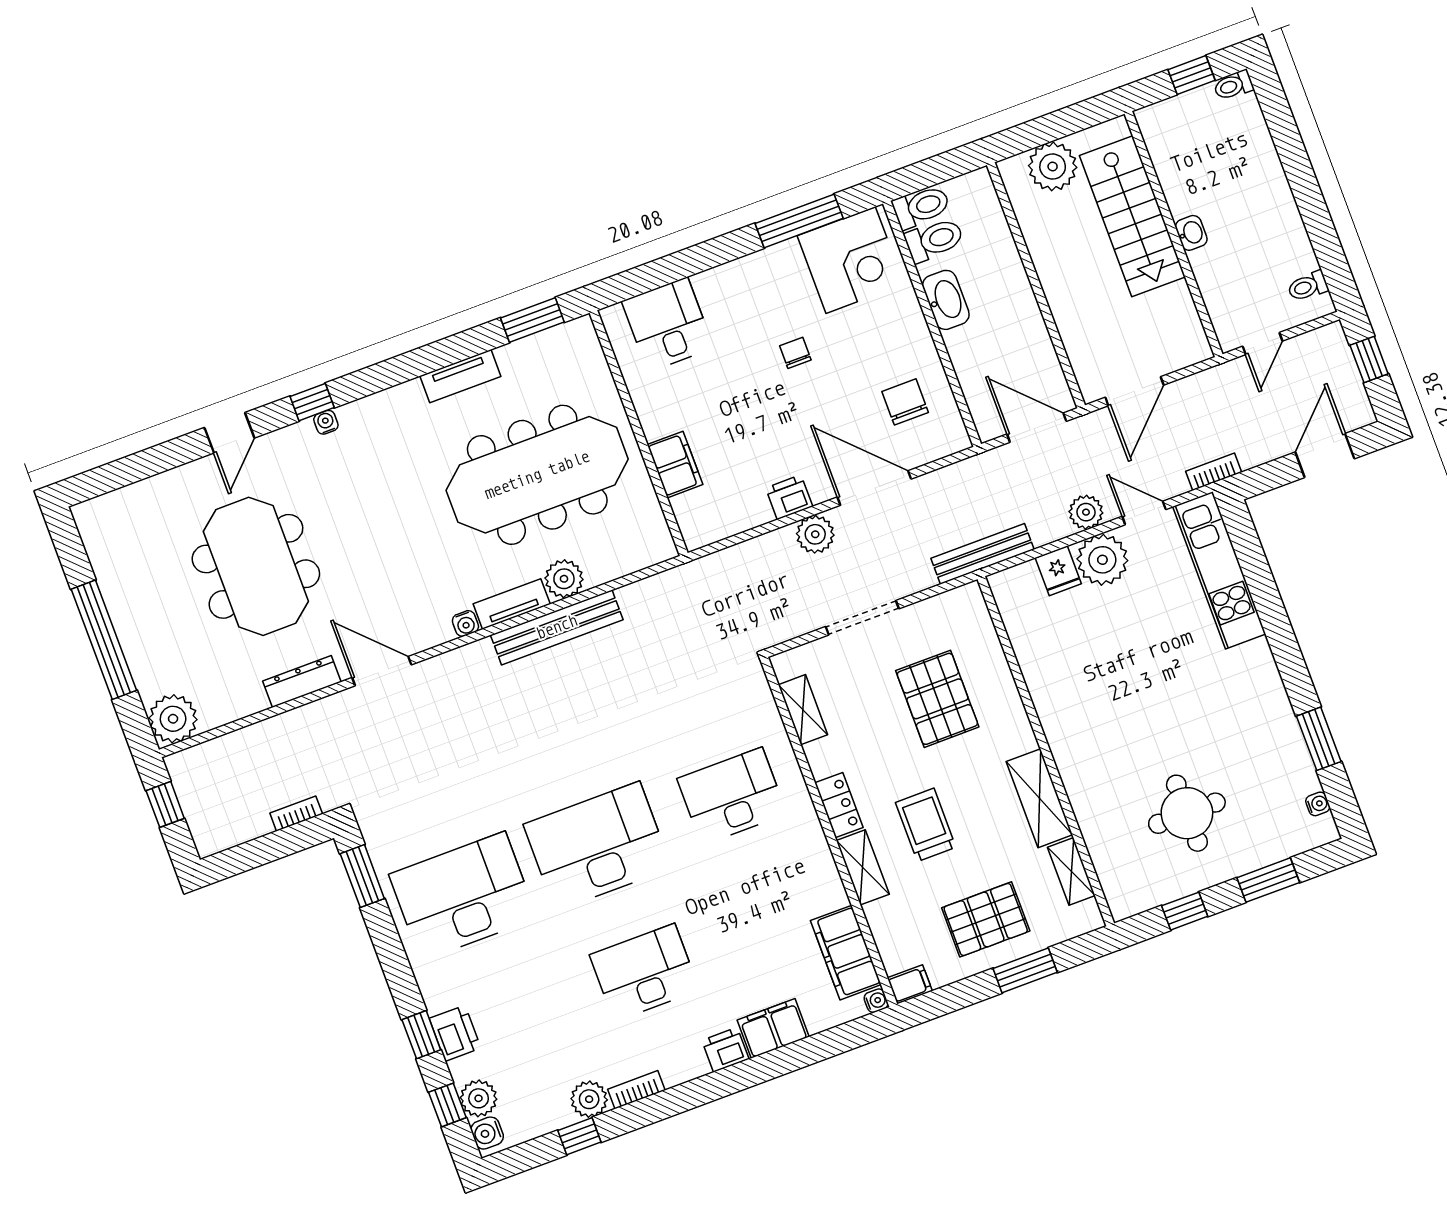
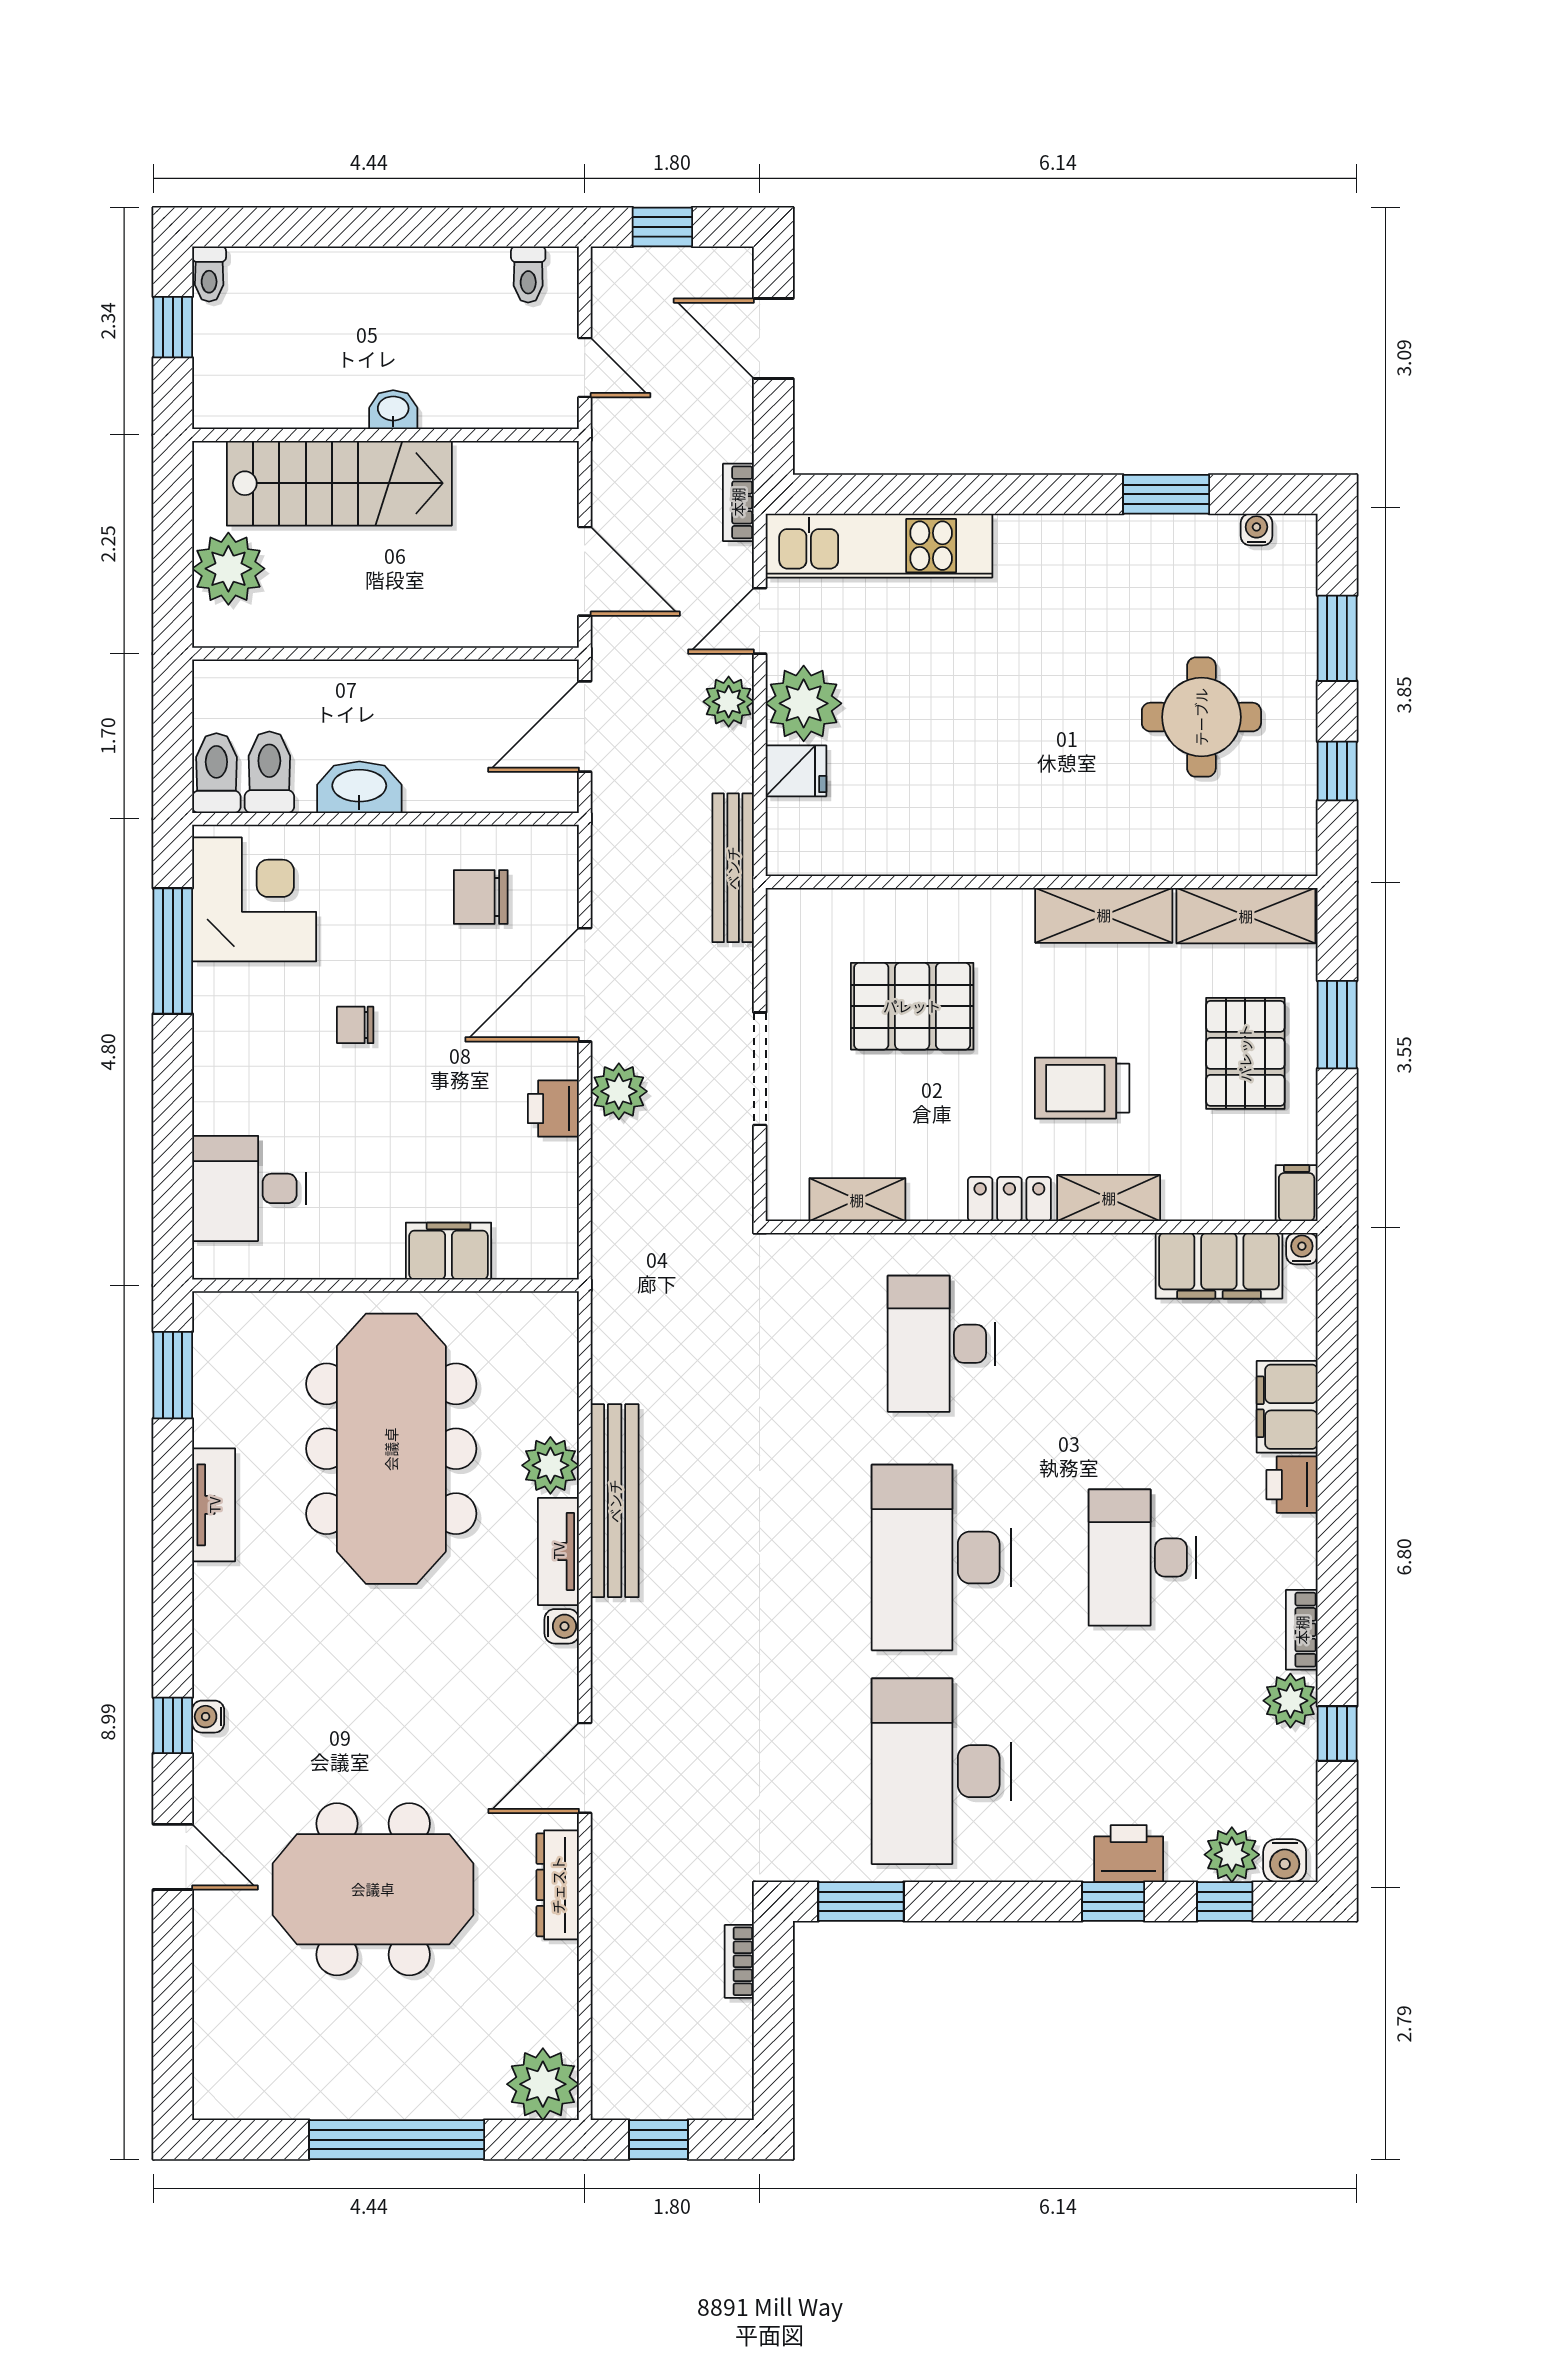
shelving: (1071, 871) -> (1246, 916), width x1.50, depth x1.33

